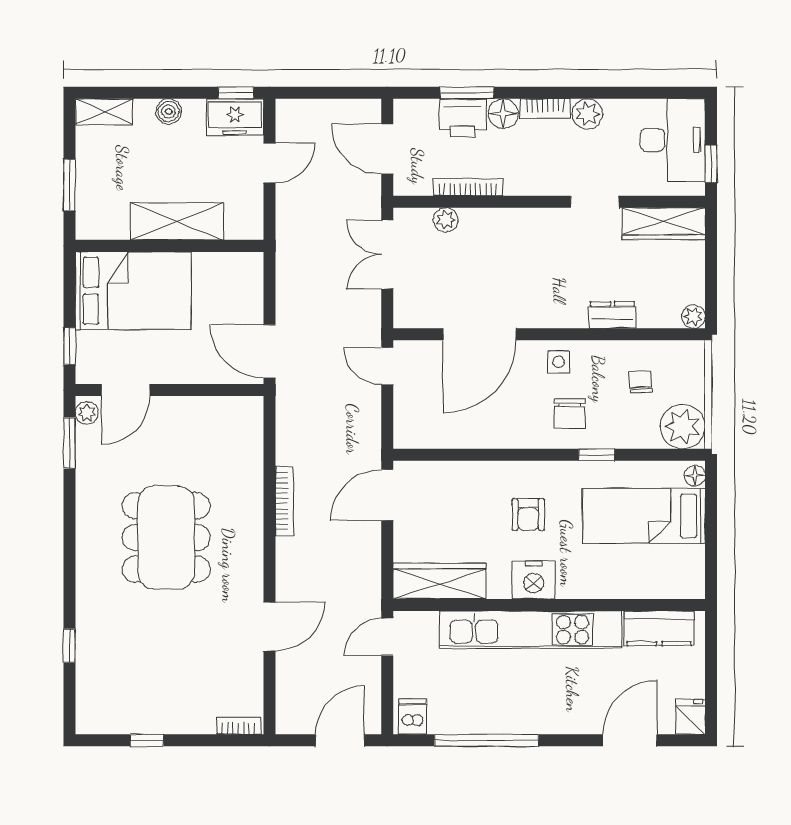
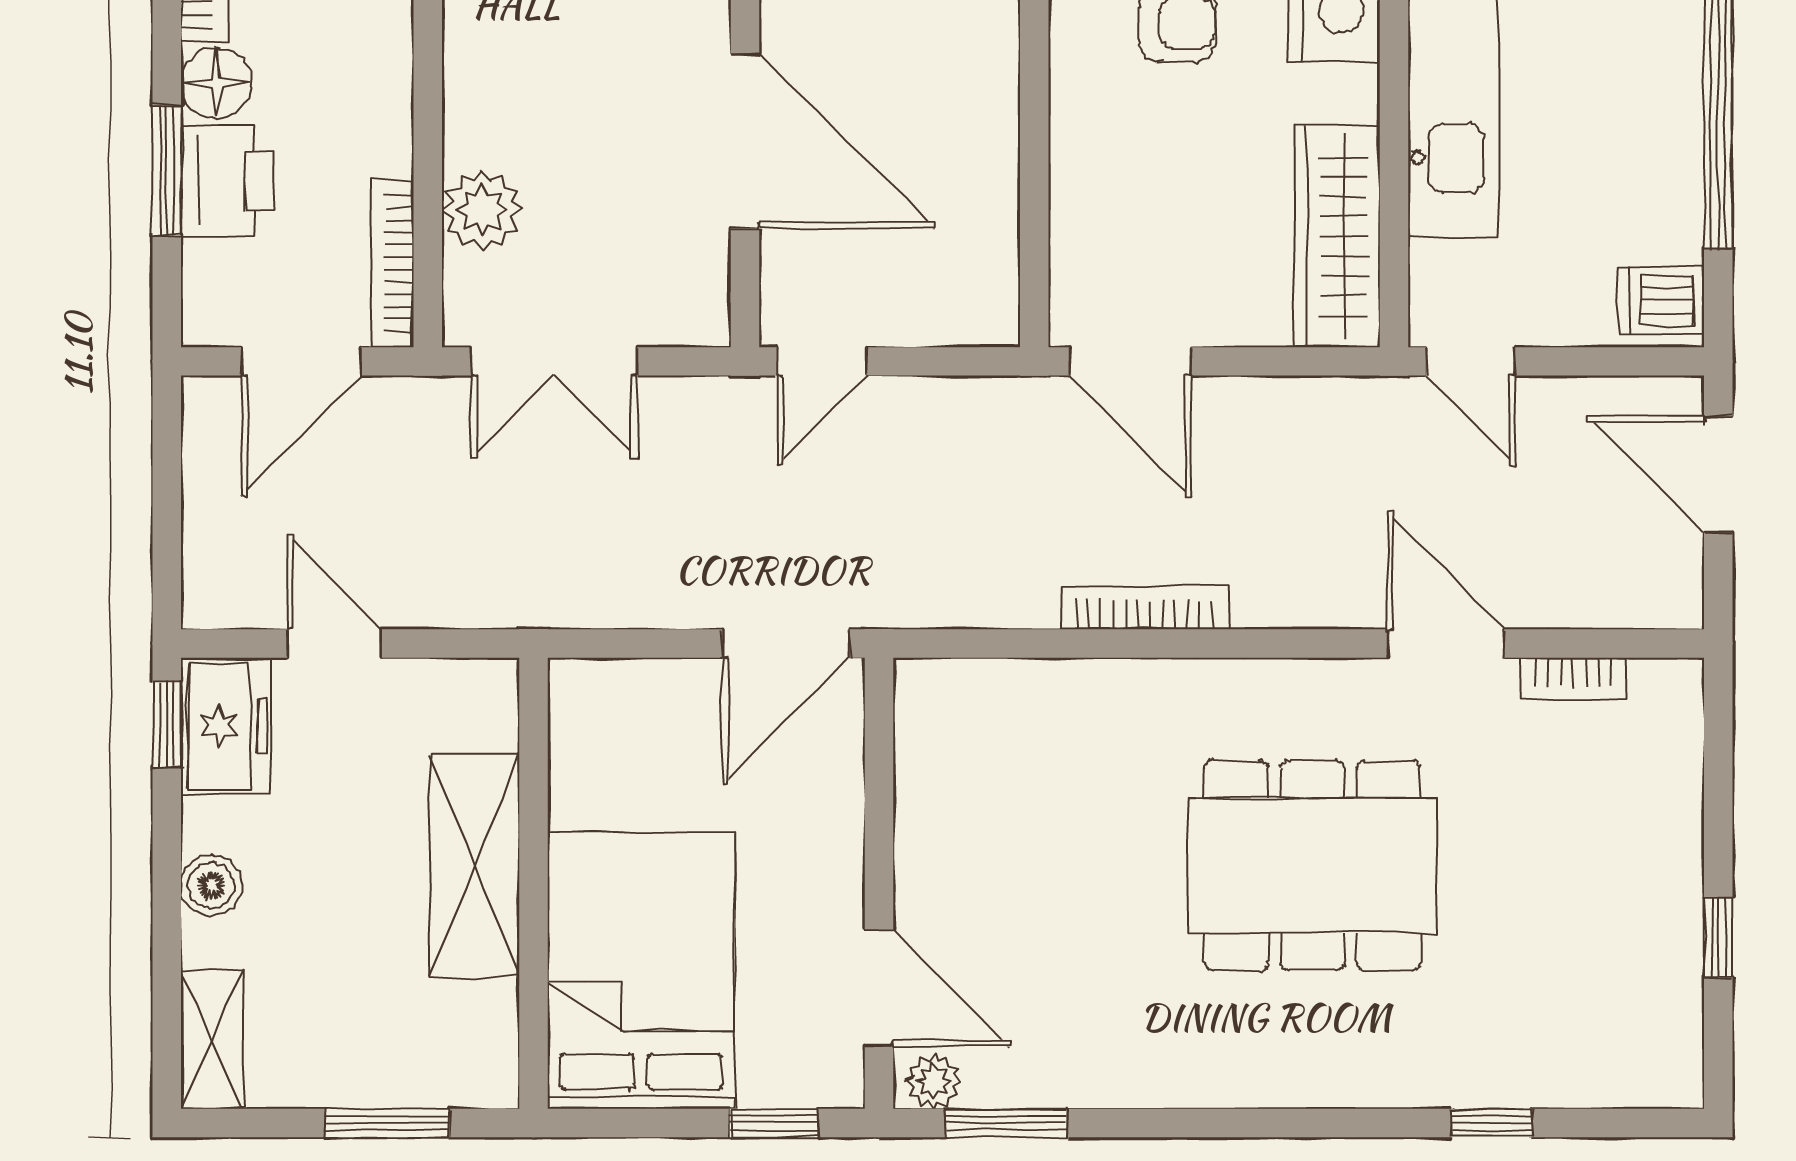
bookcase: (468, 187) -> (392, 264), moved
plant: (446, 220) -> (482, 210), width x1.38, depth x1.38
dining table: (166, 537) -> (1313, 865), moved
bookcase: (239, 726) -> (1573, 679), moved, turned -90

